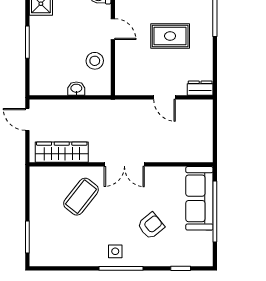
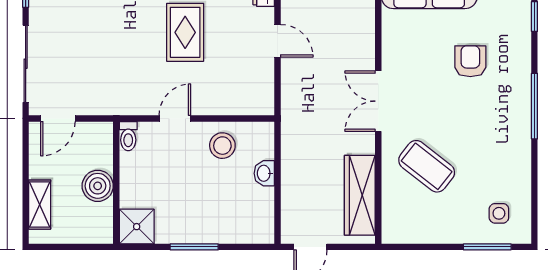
door: (164, 97) -> (277, 41), hinge flipped
double door: (124, 164) -> (378, 101), swing flipped
armchair: (151, 226) -> (470, 61), turned 39
side table: (115, 251) -> (499, 213), moved

